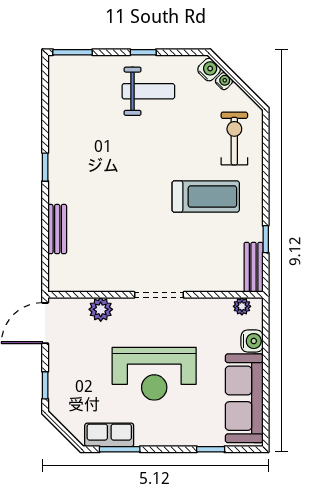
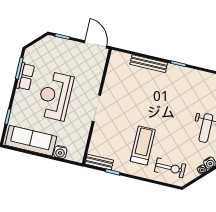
treadmill: (206, 197) -> (143, 145), turned 180
bench: (57, 229) -> (149, 64), width x1.36
plant: (242, 306) -> (80, 151), removed
plant: (101, 309) -> (96, 76), removed
row of seats: (109, 435) -> (25, 77), moved

